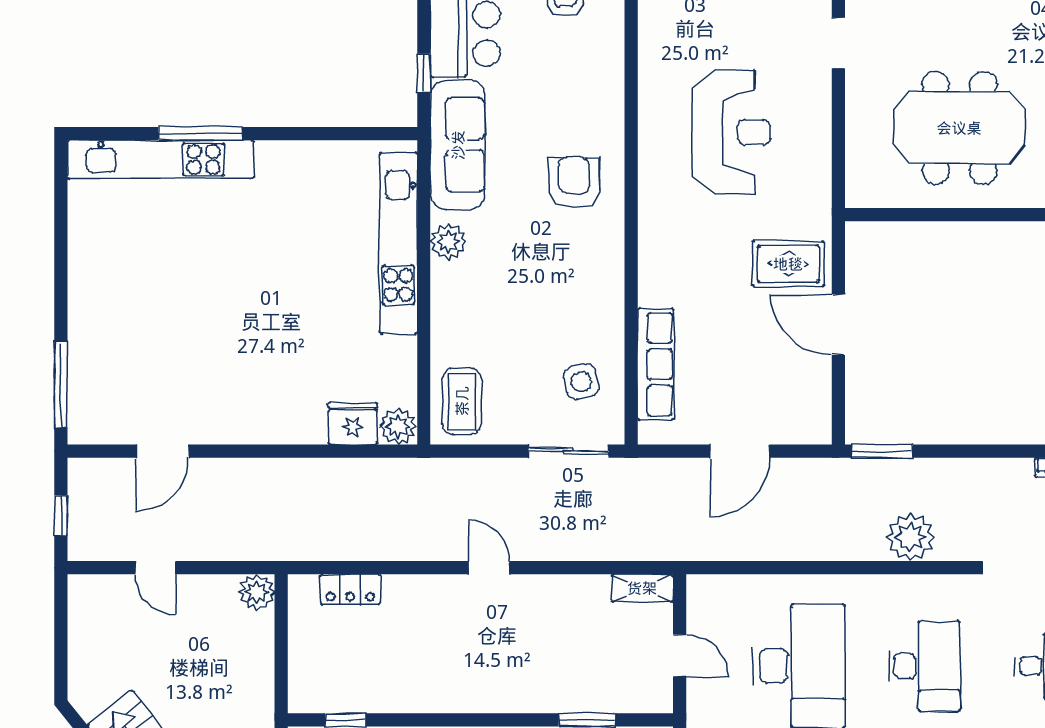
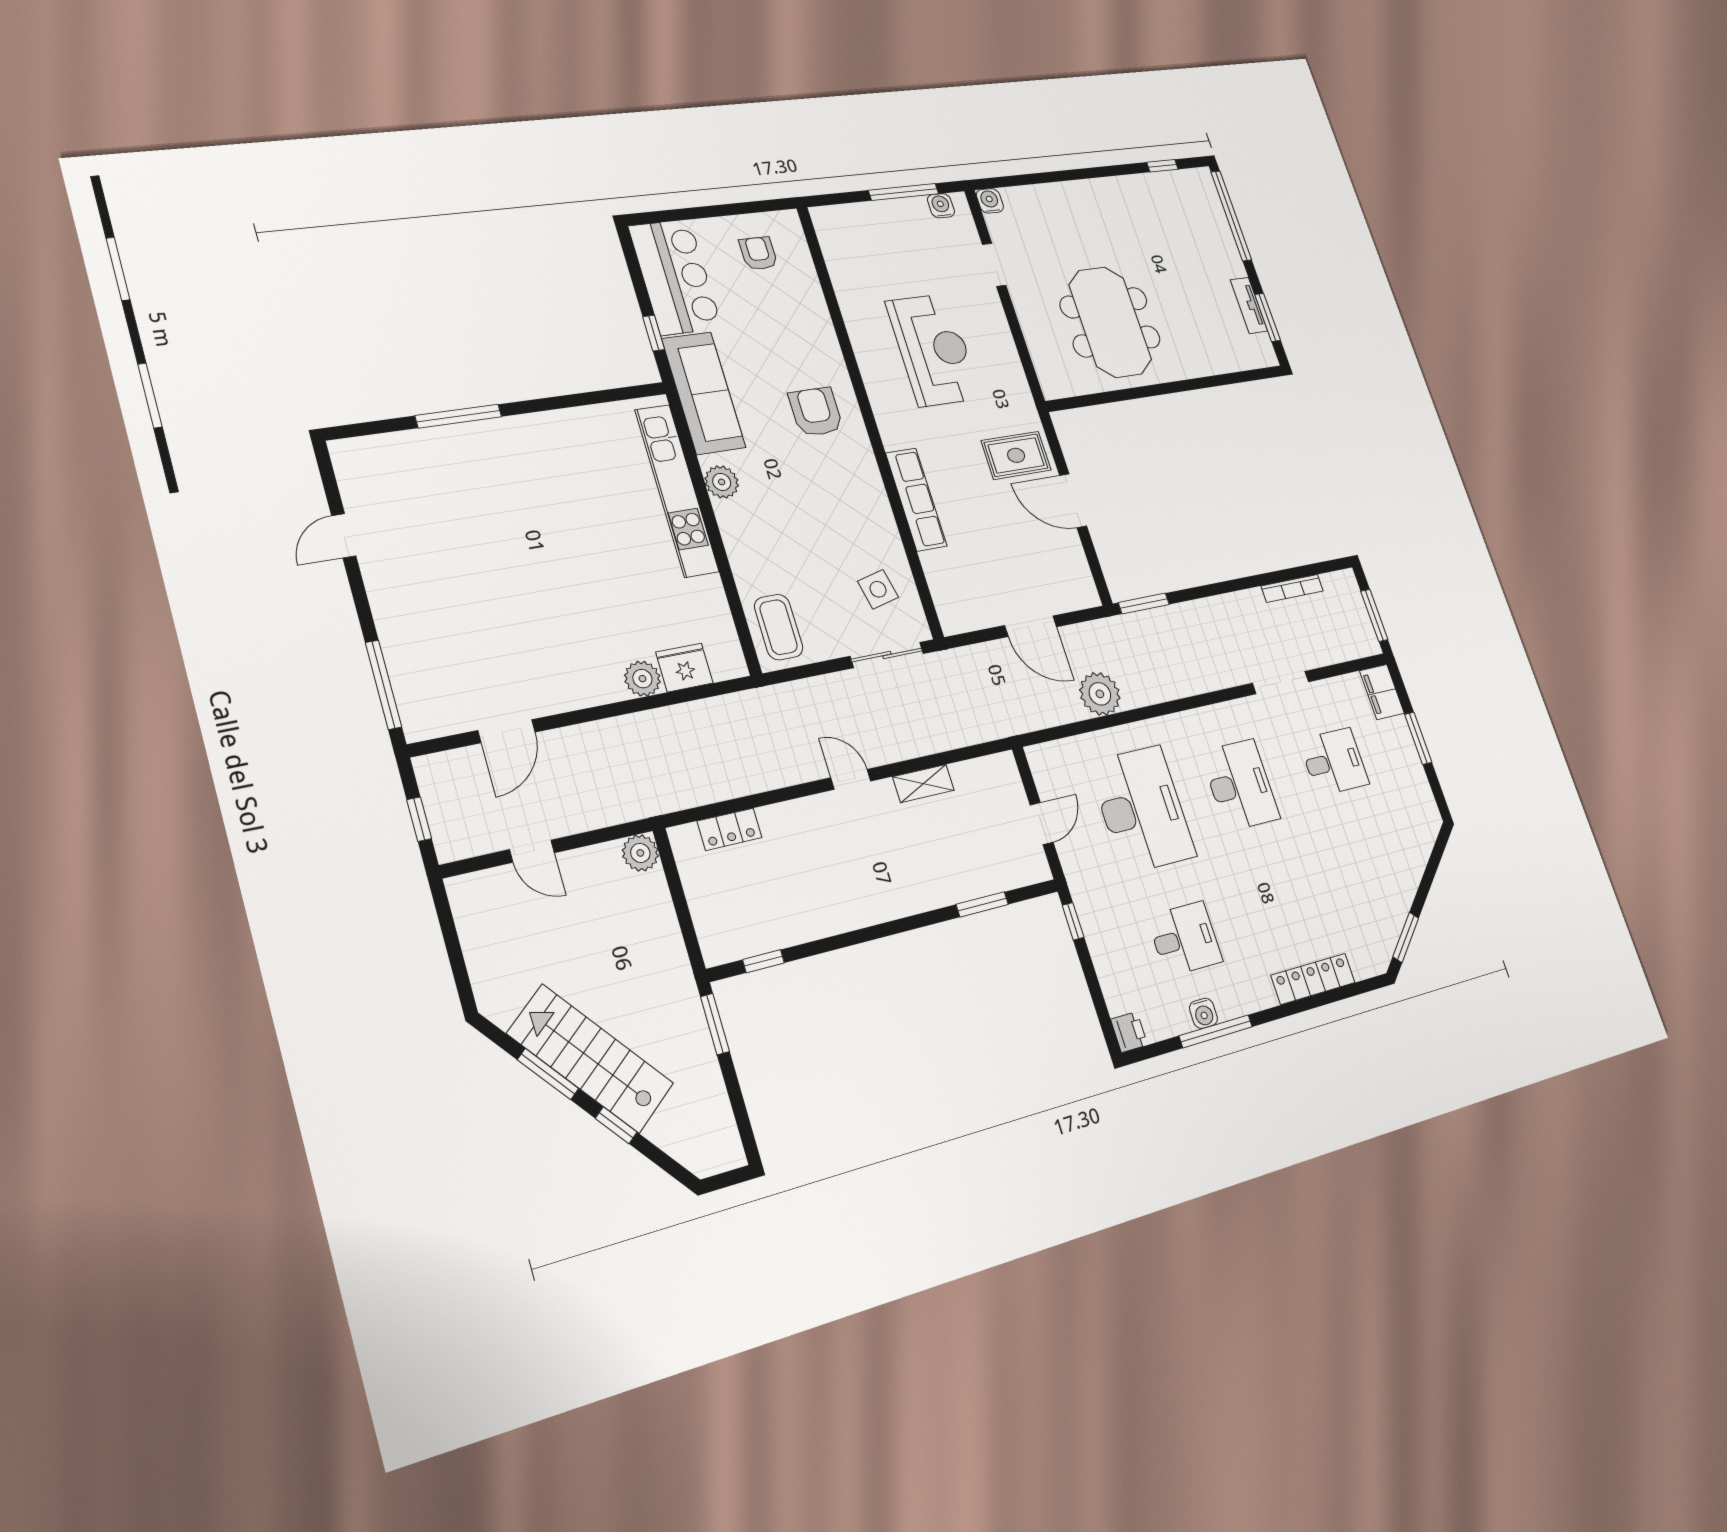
meeting table: (959, 128) -> (1110, 322), turned 90
kitchen unit: (161, 159) -> (426, 446), removed
door: (61, 236) -> (344, 536), added
row of seats: (656, 364) -> (916, 499), moved
plant: (398, 426) -> (642, 679), moved
door: (740, 451) -> (1031, 626), hinge flipped
plant: (911, 537) -> (1100, 694), moved
shelving: (642, 588) -> (923, 783), moved
door: (680, 656) -> (1042, 824), hinge flipped

